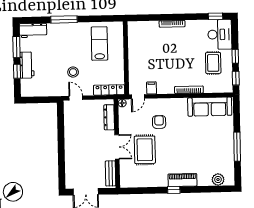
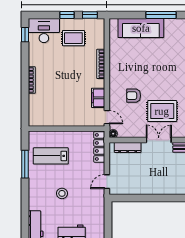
window: (64, 19) -> (25, 164), moved
stool: (73, 72) -> (62, 193), moved
filing cabinet: (152, 88) -> (98, 98), width x2.00
sofa: (210, 107) -> (141, 28), moved, turned 90

